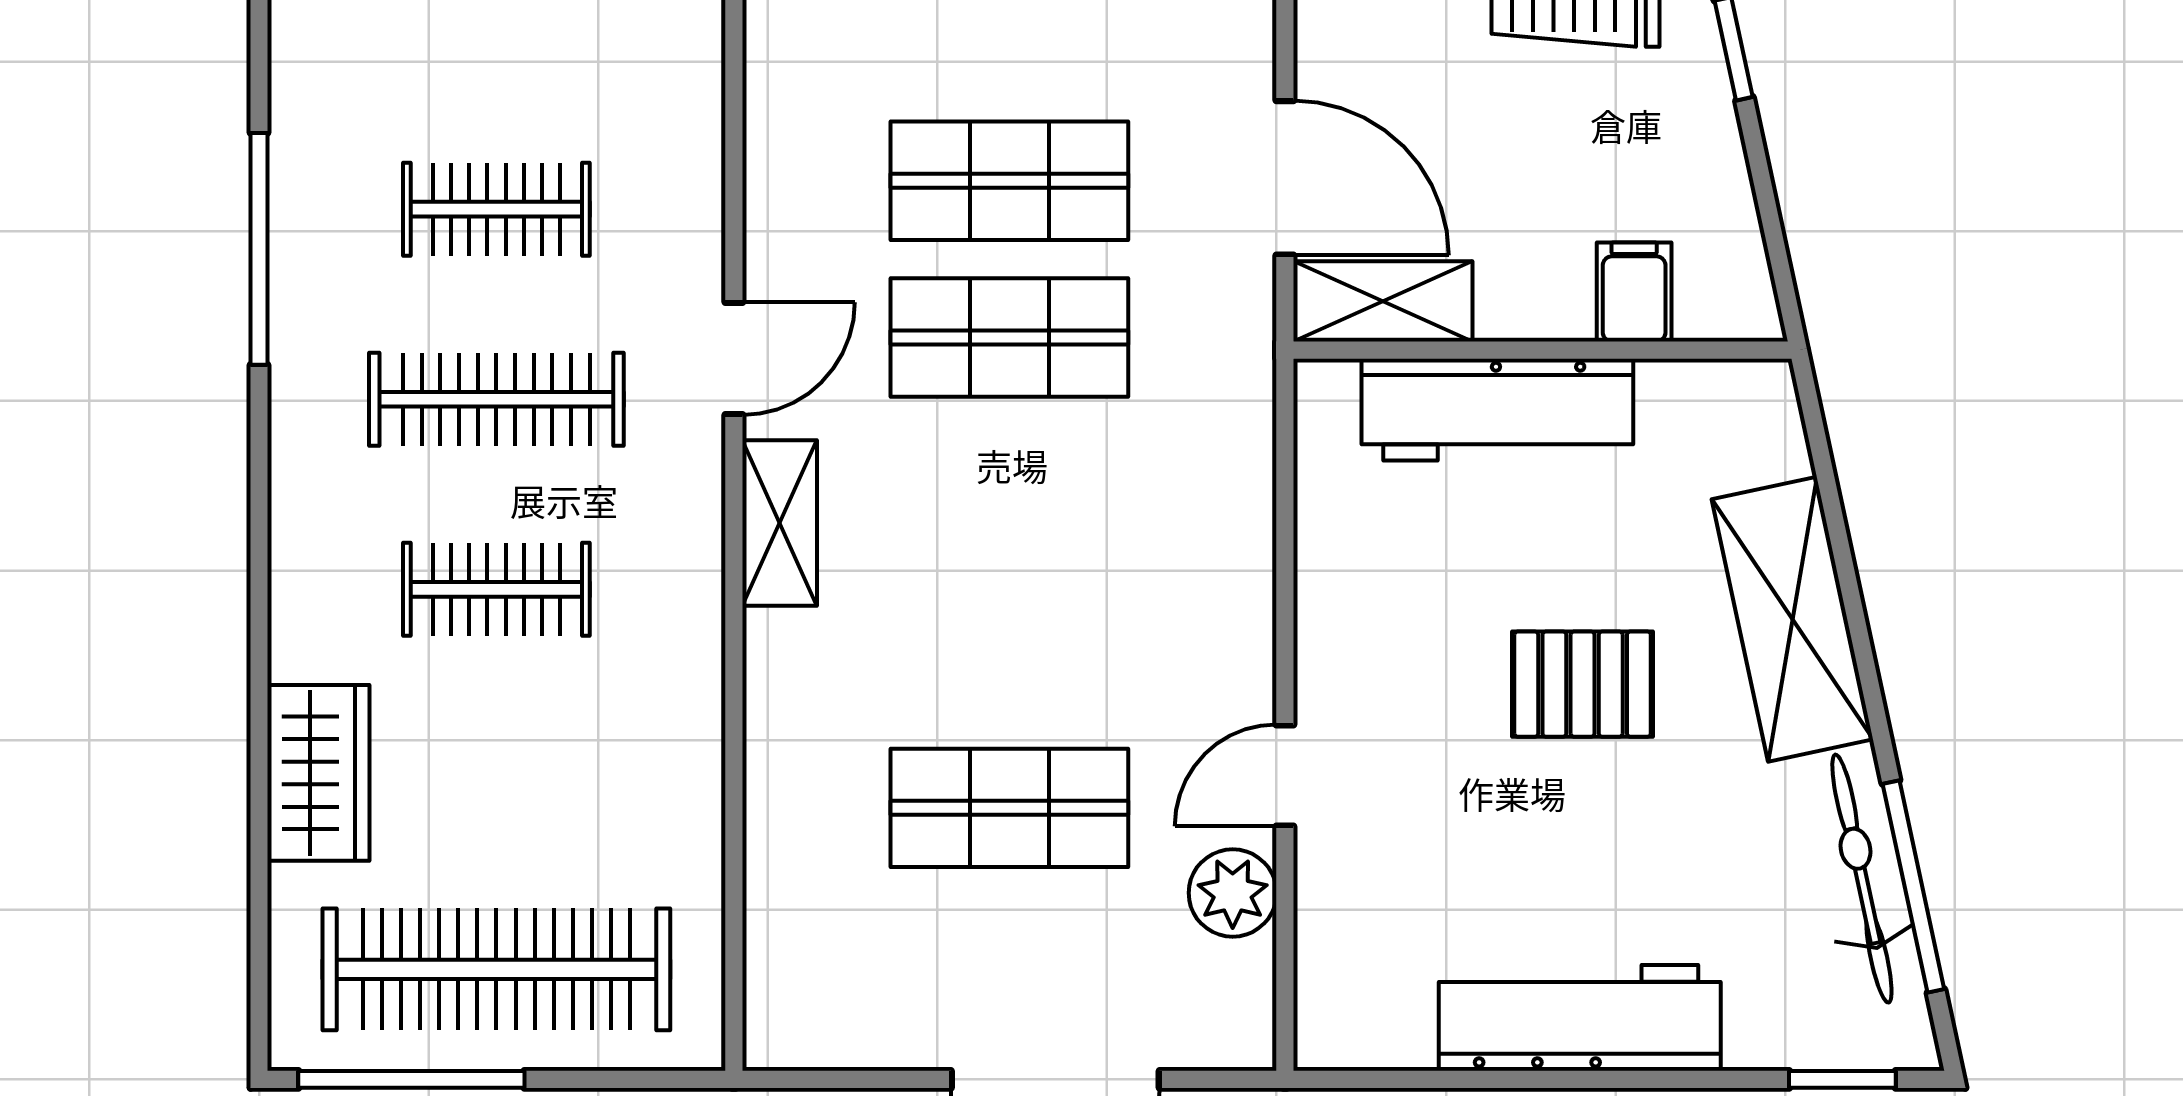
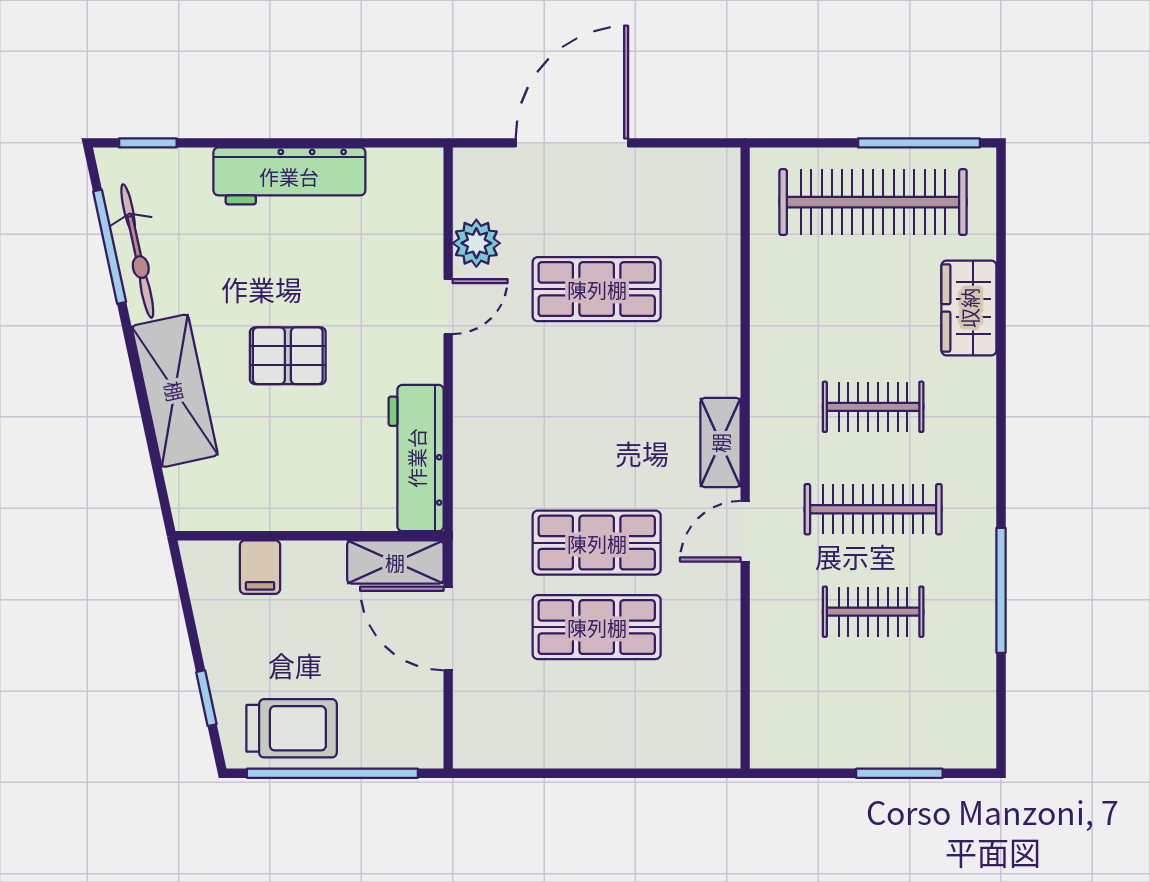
workbench: (1497, 410) -> (416, 458), moved, turned -90

